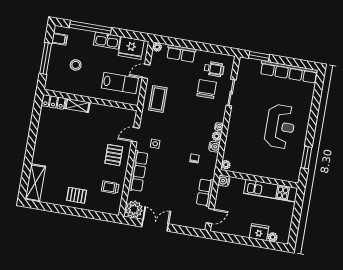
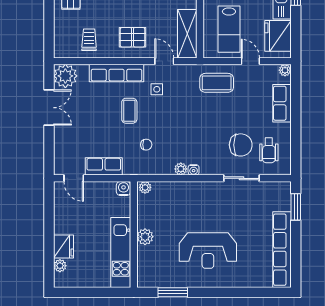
shelving: (118, 114) -> (187, 34), added
water cooler: (214, 147) -> (166, 168), removed
coffee table: (167, 167) -> (129, 111), added
plant: (262, 171) -> (145, 237), added

